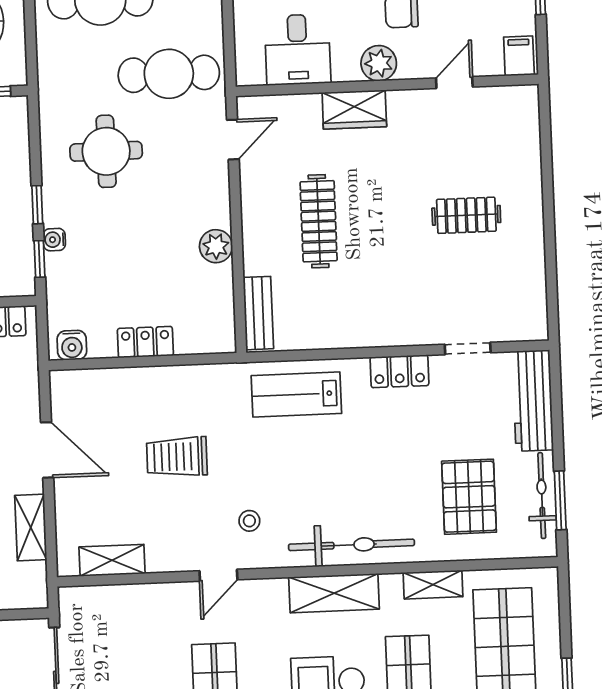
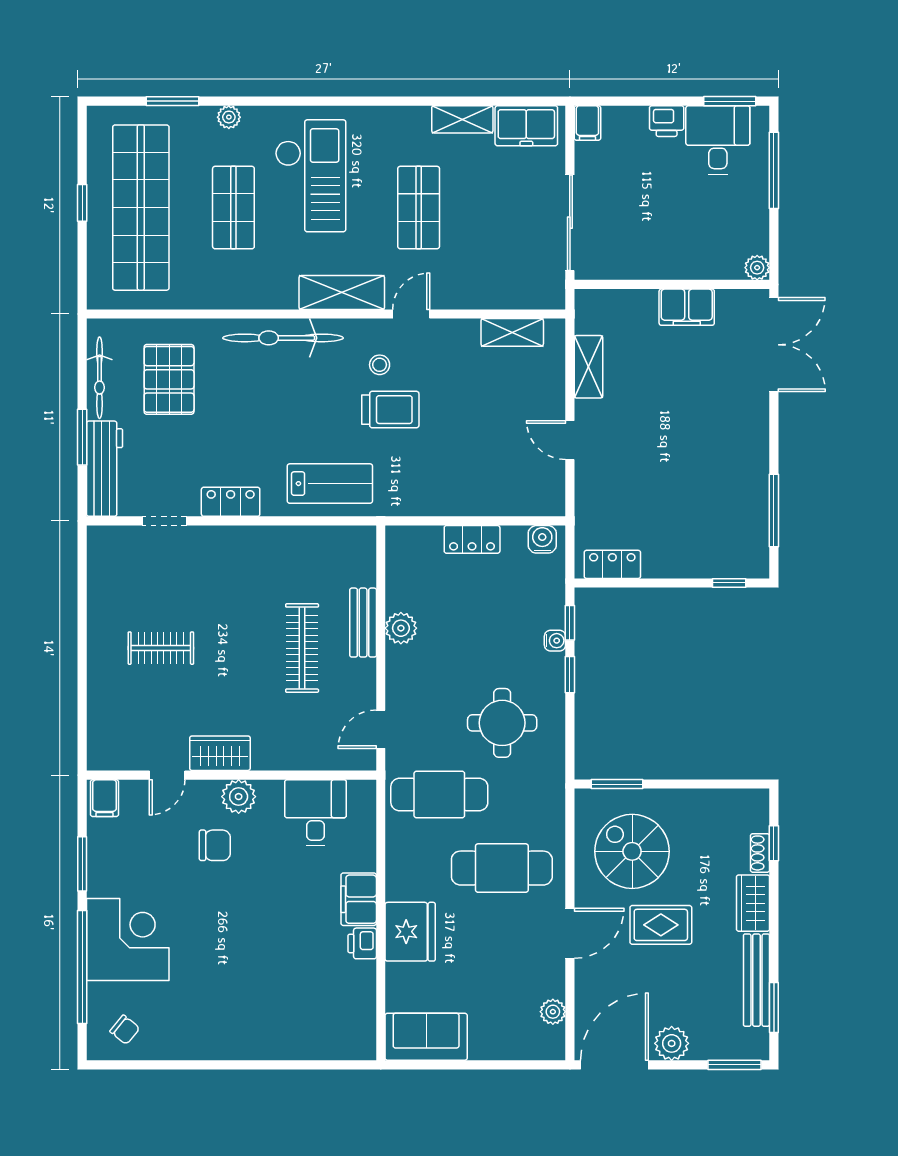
wardrobe: (354, 110) -> (220, 753), moved
bench: (258, 313) -> (363, 623), moved
door: (47, 450) -> (570, 440), width x0.73
trolley: (177, 457) -> (390, 410), moved
window: (560, 500) -> (82, 437), moved
shelving: (433, 585) -> (207, 297), removed
shelving: (334, 593) -> (342, 292), moved

